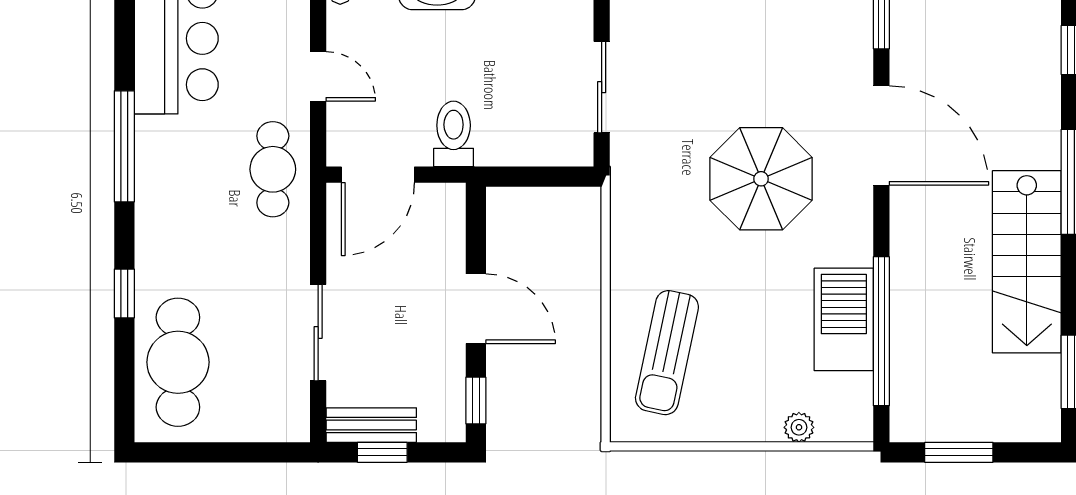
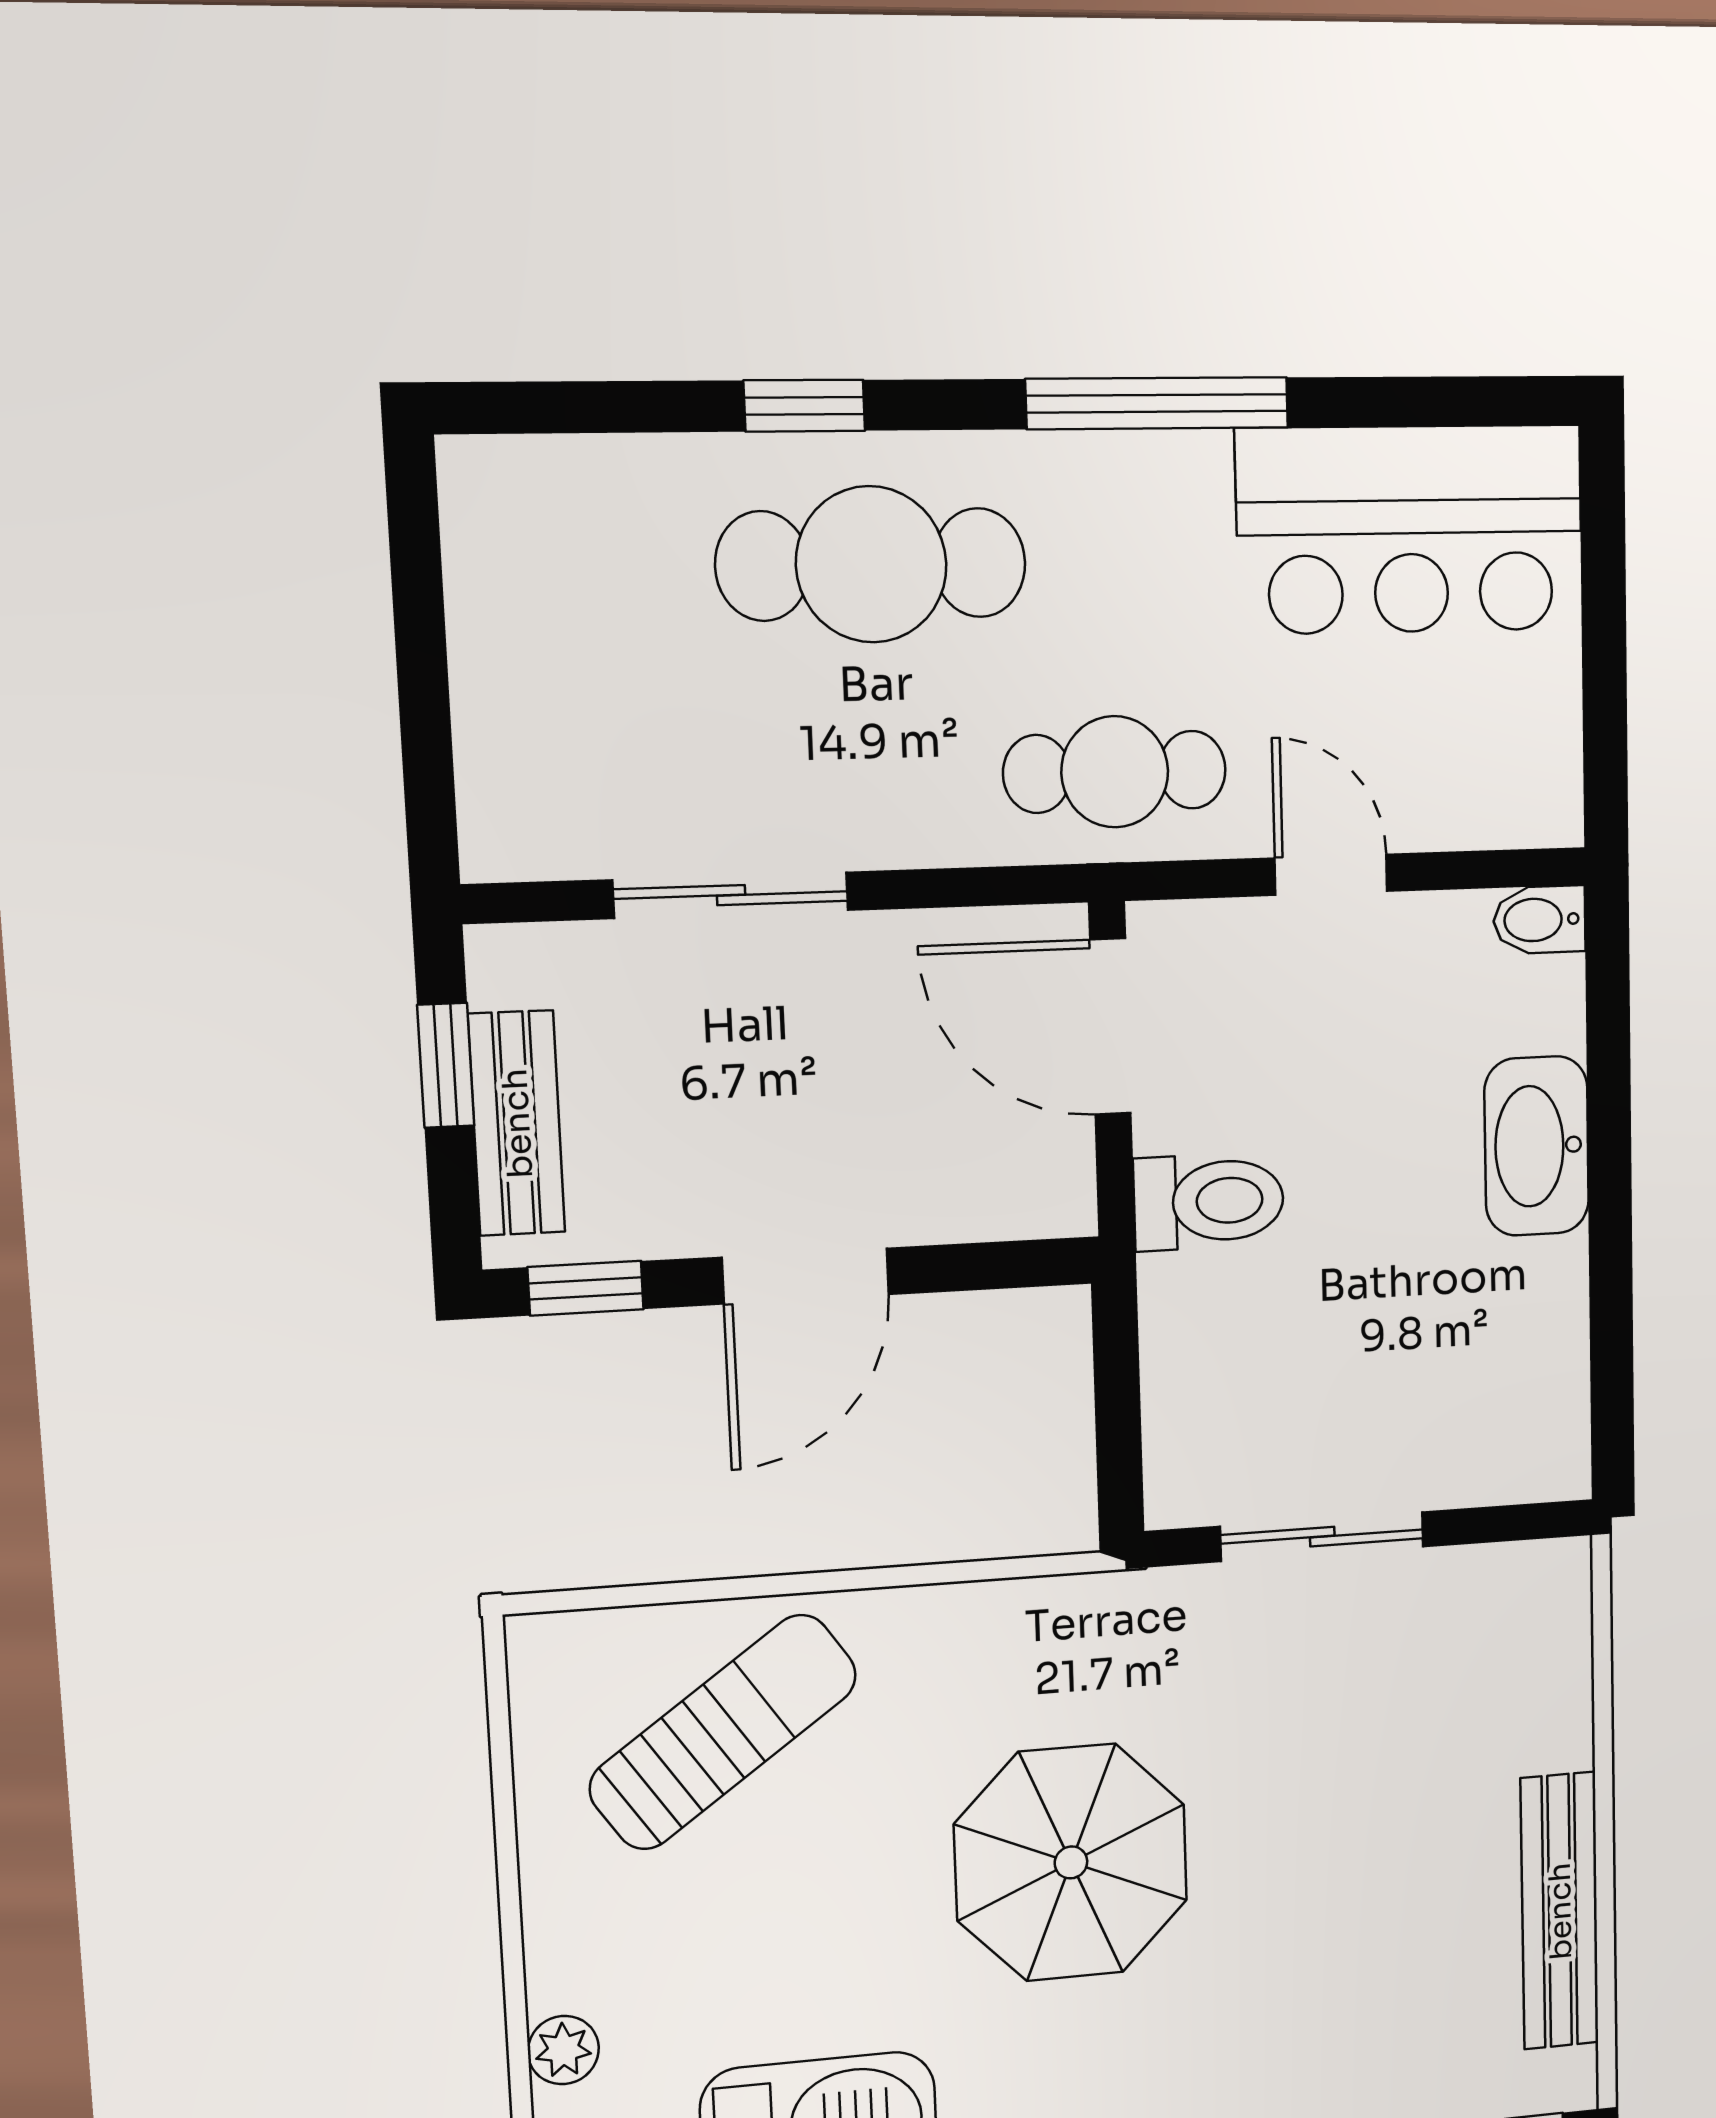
door: (318, 76) -> (1331, 875), swing flipped
parasol: (761, 179) -> (1071, 1862), moved
sun lounger: (667, 353) -> (723, 1732), turned 133
cafe table: (178, 362) -> (871, 564), moved
bench: (371, 425) -> (517, 1123), moved

